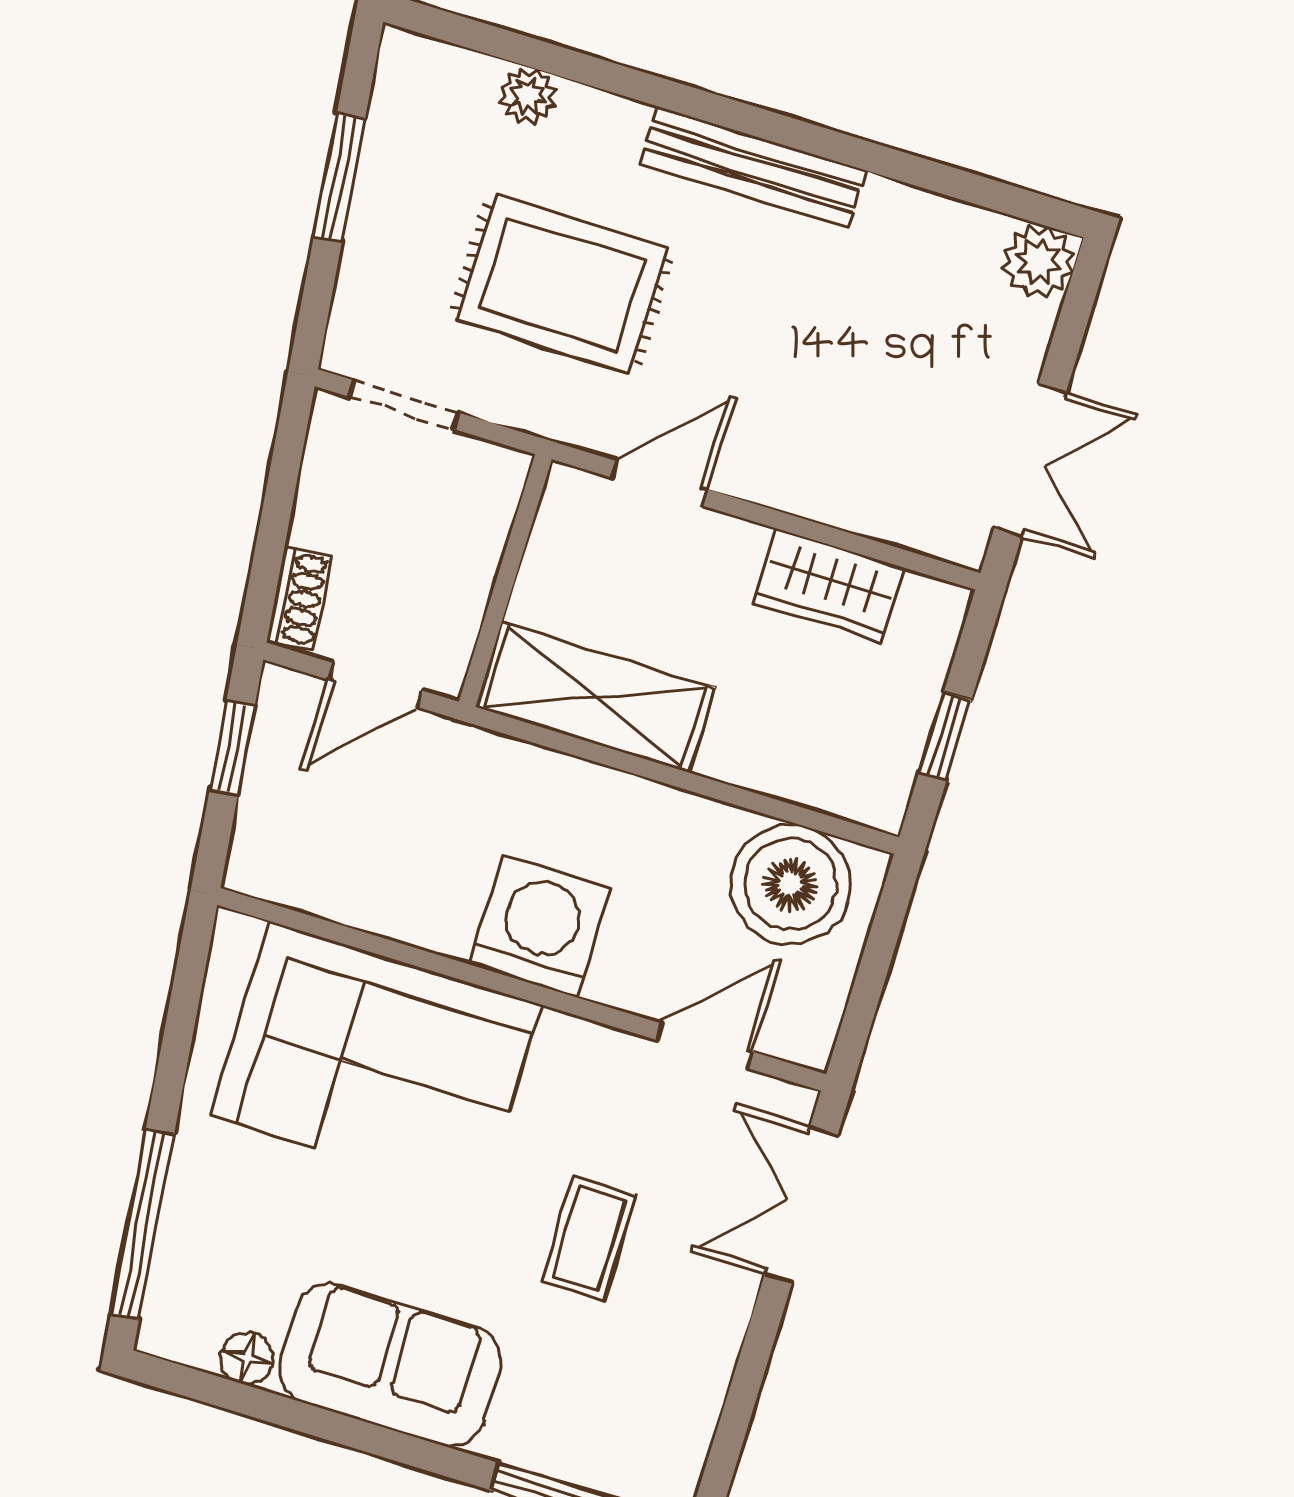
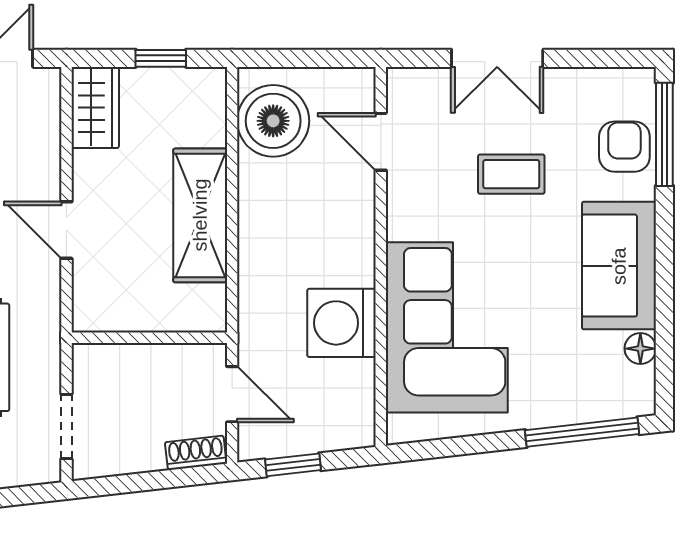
door: (659, 483) -> (66, 230), moved
wardrobe: (829, 585) -> (95, 107), moved
shelving: (595, 697) -> (200, 215), moved
washing machine: (540, 927) -> (341, 323), moved
double door: (801, 1205) -> (497, 58), moved
armchair: (577, 1432) -> (624, 147), added

